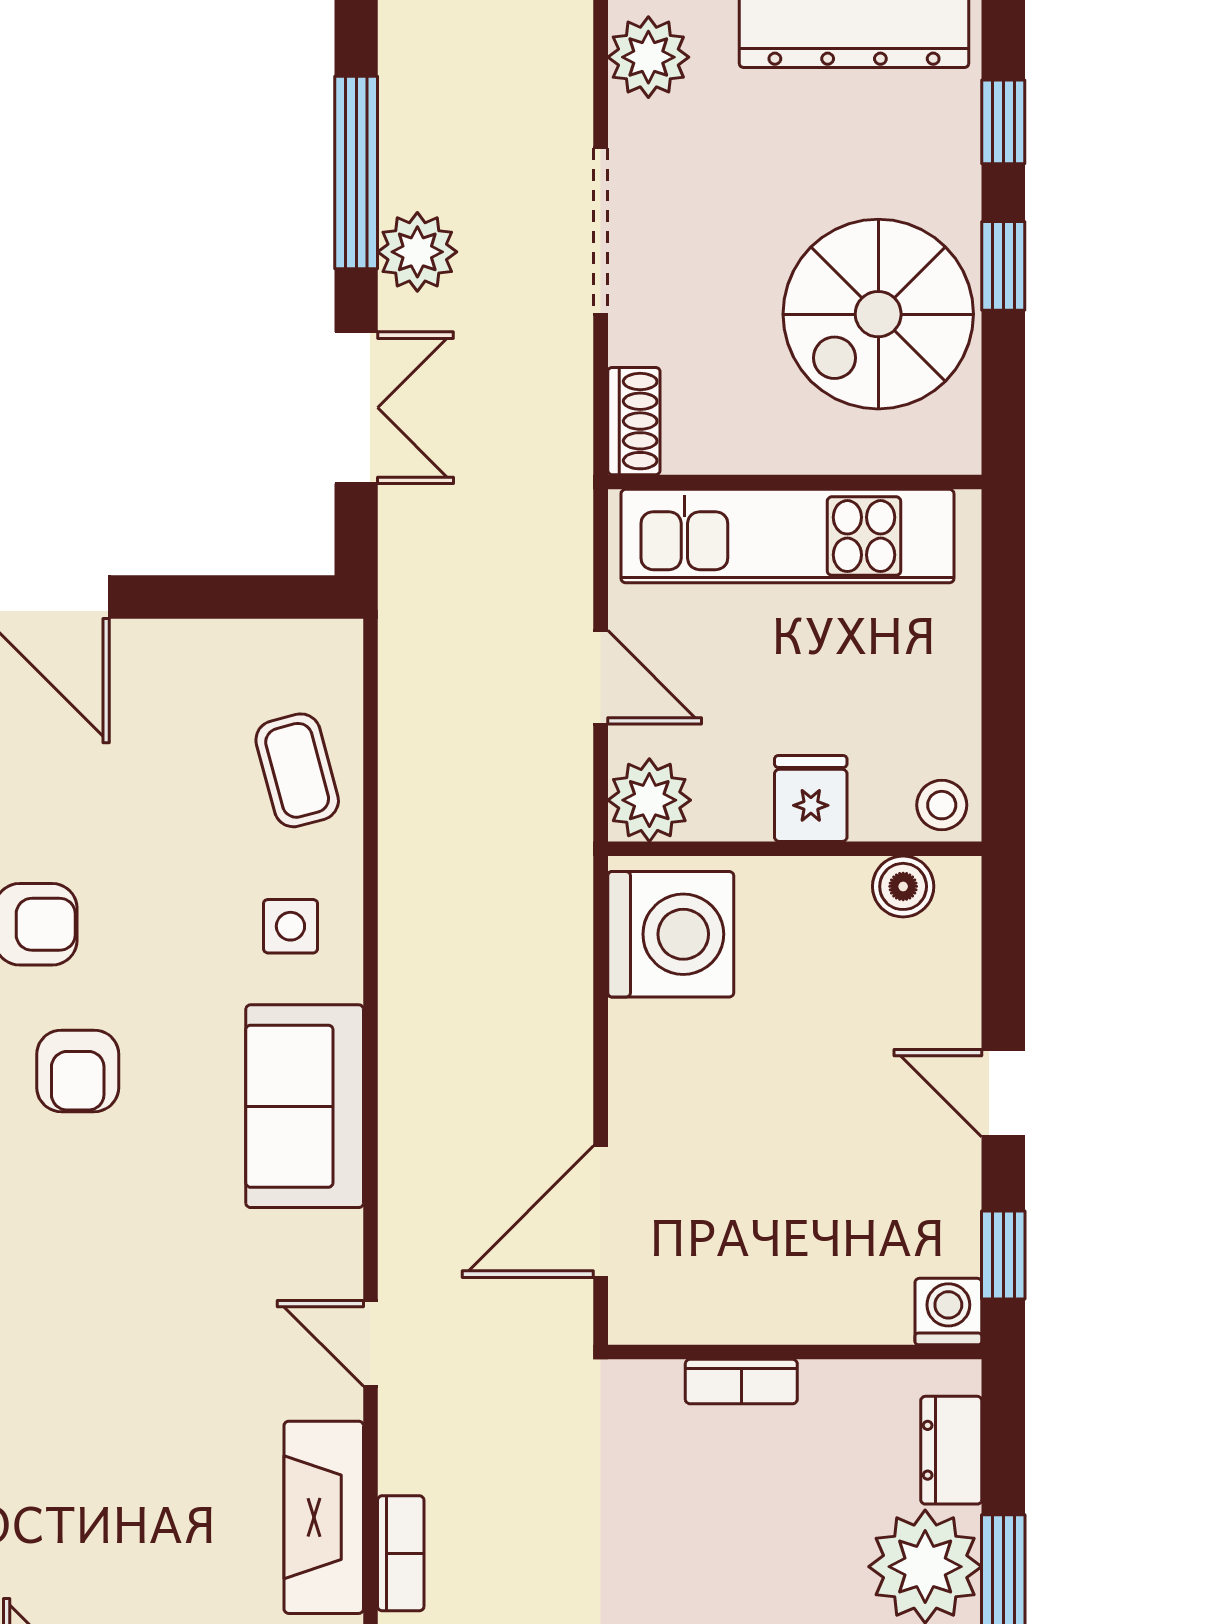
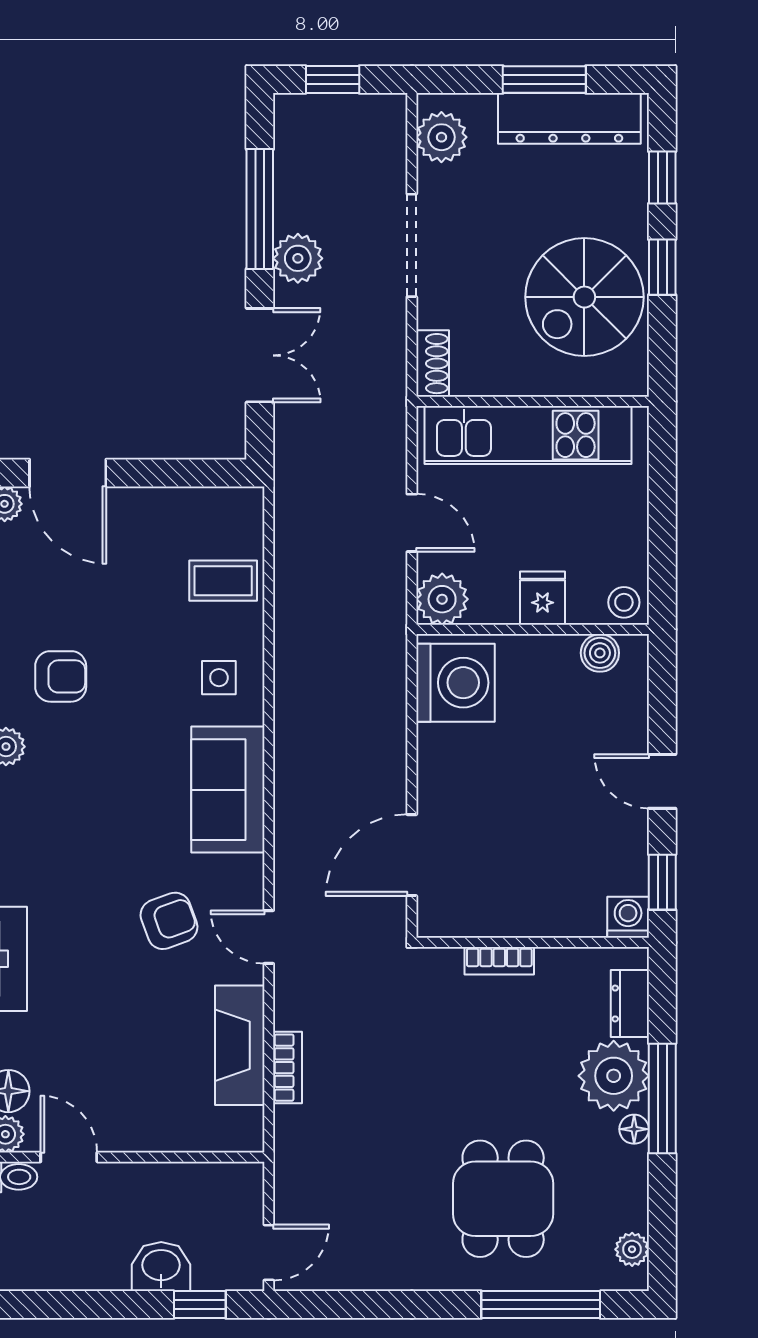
coffee table: (297, 770) -> (223, 581), turned -75
armchair: (78, 1071) -> (169, 921), moved, turned -110

